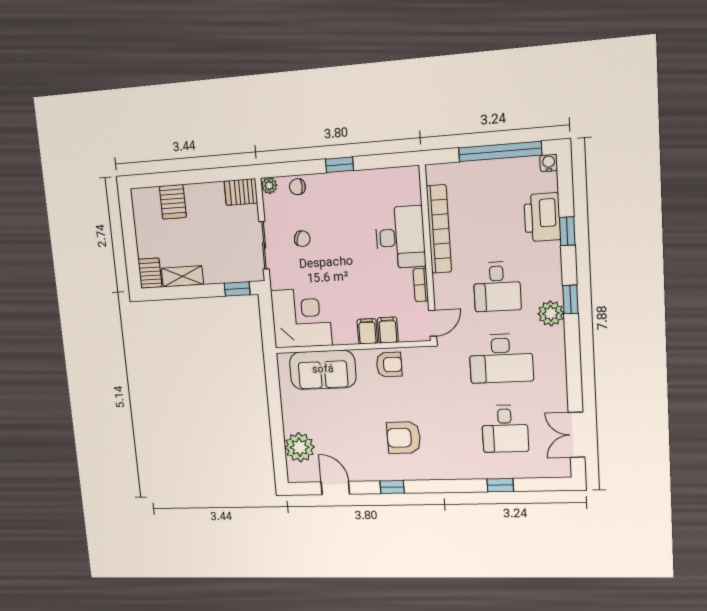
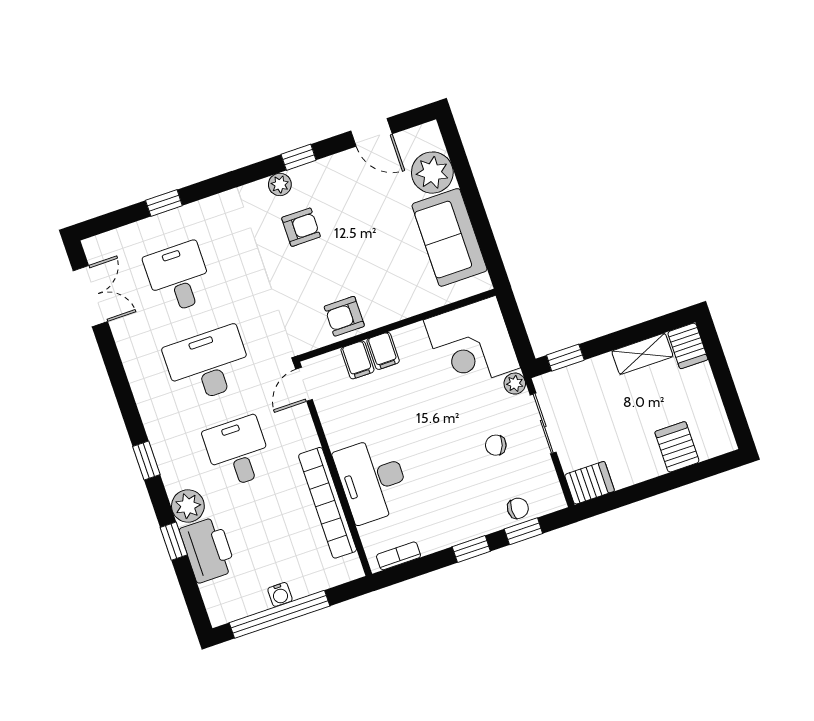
water cooler: (549, 163) -> (280, 594), moved
window: (297, 168) -> (523, 531), added
plant: (269, 186) -> (515, 384), moved
bookcase: (421, 285) -> (399, 556), moved, turned -90
plant: (551, 313) -> (188, 506), moved
sofa: (323, 370) -> (449, 237), moved, turned -90
armchair: (404, 438) -> (301, 227), width x0.72, depth x0.72
plant: (411, 472) -> (280, 184), added

